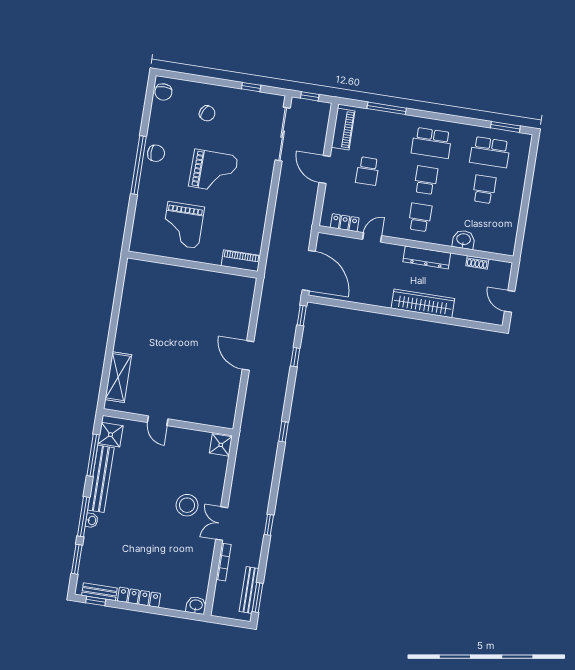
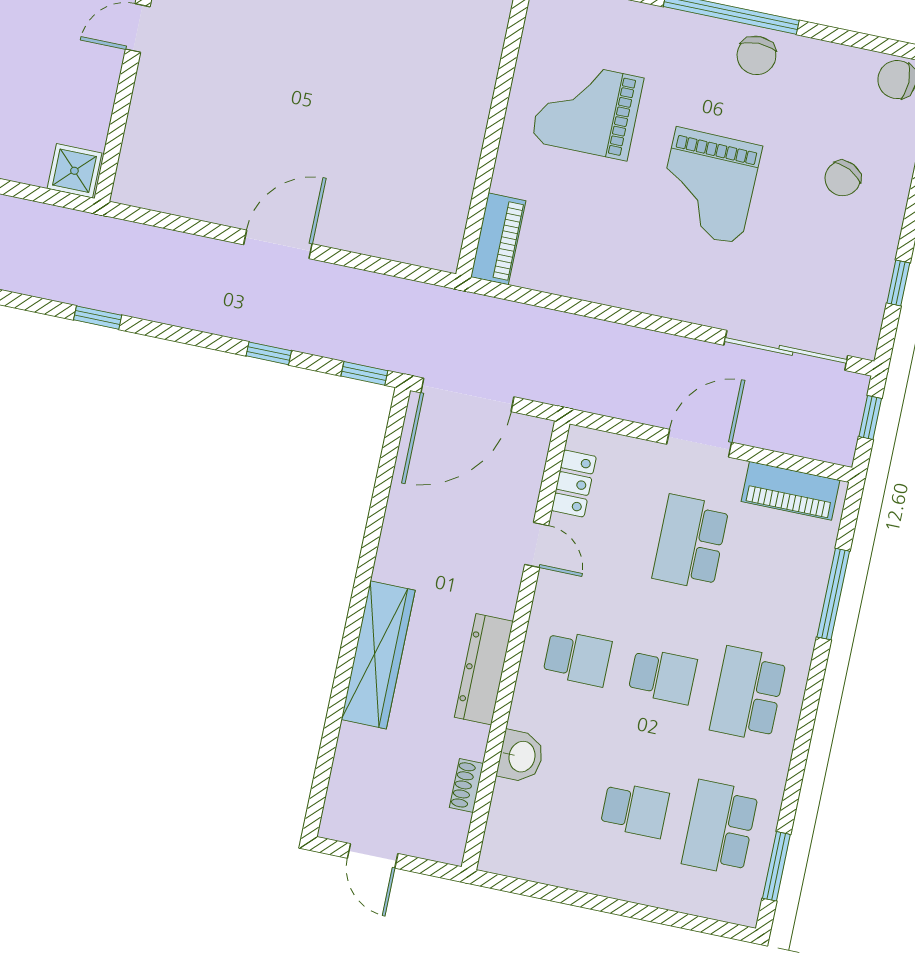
school desk: (367, 171) -> (691, 542), width x1.85
door: (510, 301) -> (373, 856), swing flipped

